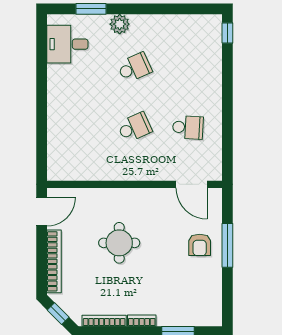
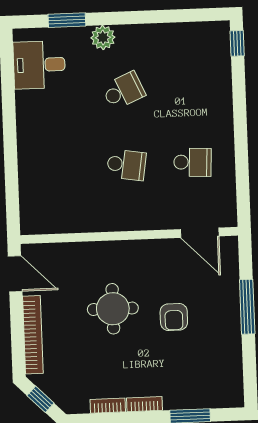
school desk: (135, 127) -> (126, 165), turned 33
door: (42, 212) -> (15, 274), hinge flipped
armchair: (200, 245) -> (174, 317), moved
bookcase: (104, 321) -> (108, 406), width x0.64

